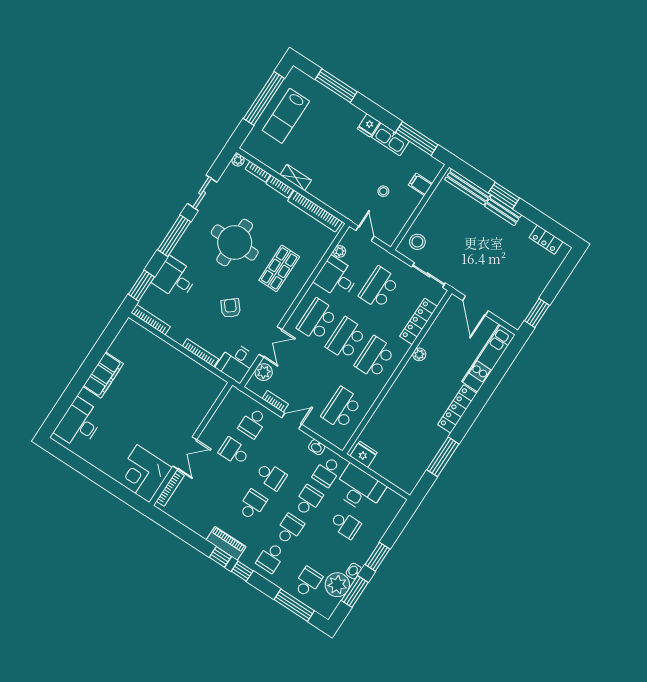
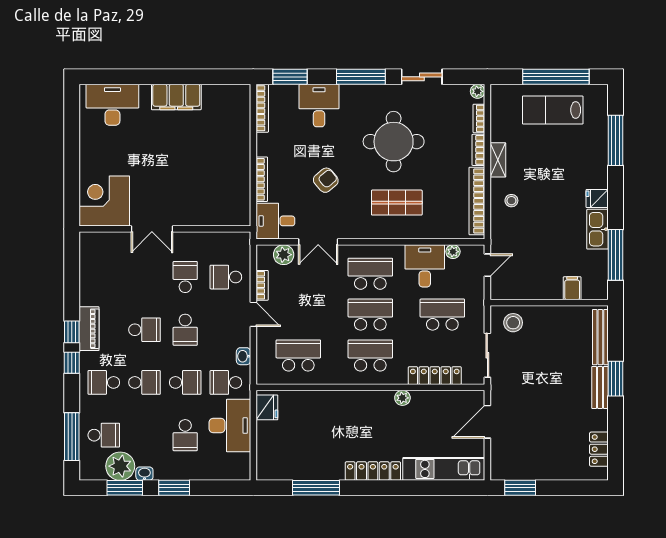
stool: (383, 191) -> (511, 201), moved
bookcase: (170, 488) -> (107, 237), removed

